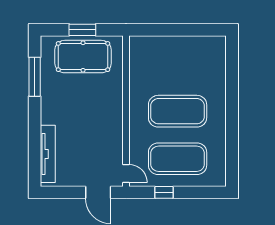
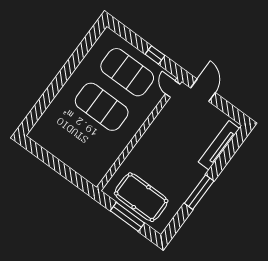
window: (82, 30) -> (127, 217), width x1.44
window: (35, 77) -> (199, 192), moved

